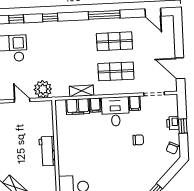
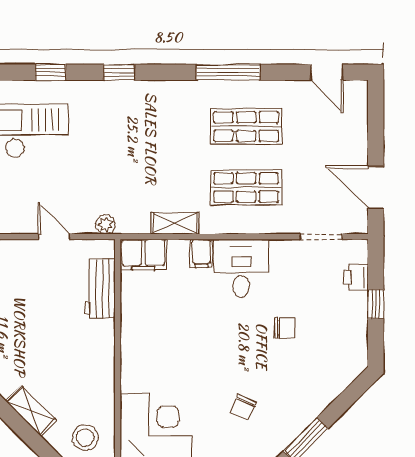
plant: (43, 89) -> (106, 225), width x0.53, depth x0.53
filing cabinet: (135, 103) -> (281, 254), removed
filing cabinet: (78, 107) -> (143, 255), moved
printer: (173, 123) -> (356, 277), moved
chair: (172, 148) -> (243, 407), moved
workbench: (47, 151) -> (100, 289), moved

